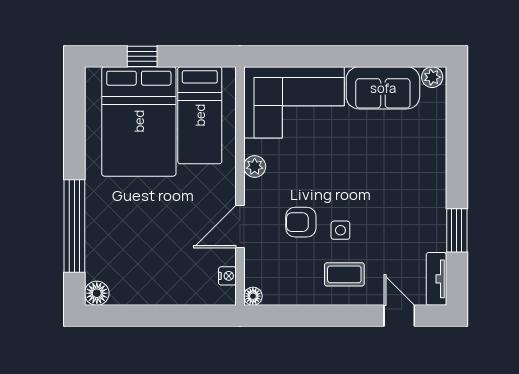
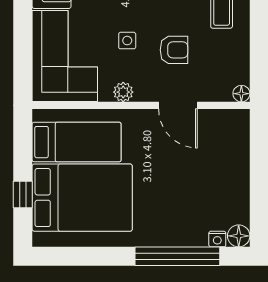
armchair: (301, 222) -> (174, 50), turned -90
side table: (340, 230) -> (127, 41), moved
nightstand: (227, 276) -> (217, 239), moved, turned 180

